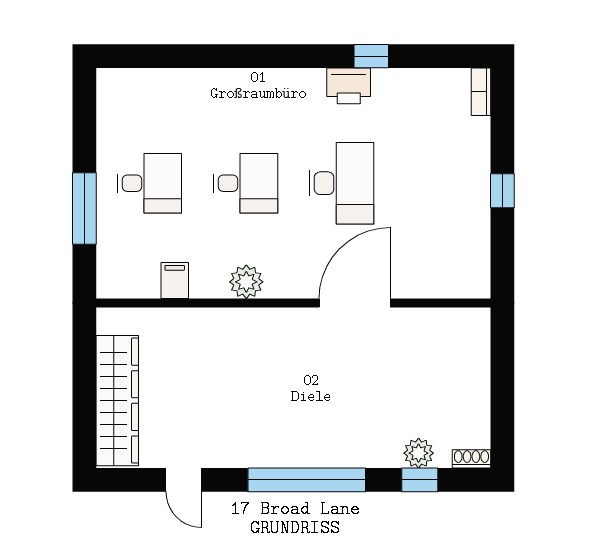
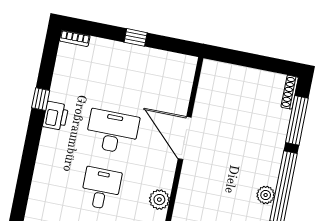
plant: (419, 453) -> (266, 195), moved
shoe rack: (471, 459) -> (290, 92), width x1.43
window: (420, 480) -> (297, 120), width x2.17

